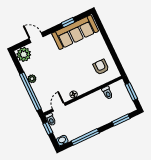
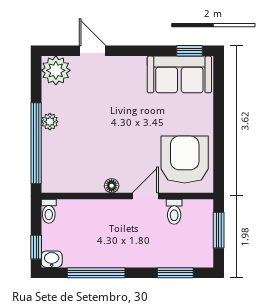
window: (68, 22) -> (189, 51), moved
sofa: (75, 32) -> (179, 74), width x0.73
armchair: (101, 67) -> (185, 160), width x1.88, depth x1.88
door: (59, 107) -> (145, 196), moved
window: (48, 128) -> (36, 247), moved

